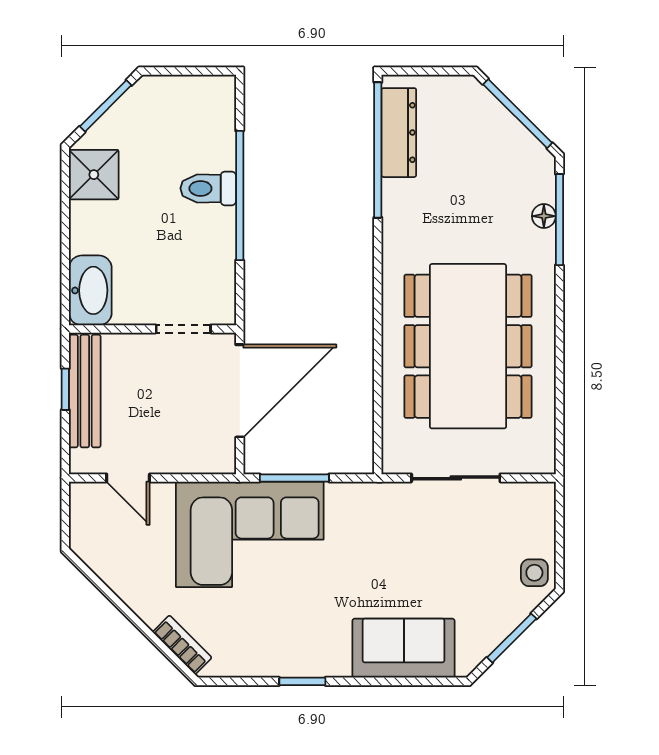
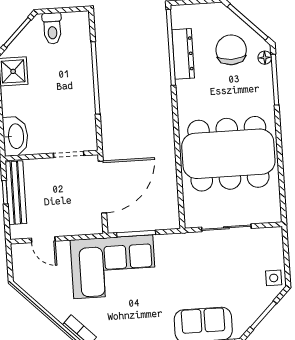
dresser: (399, 133) -> (183, 54), moved
chair: (485, 161) -> (231, 50), added
toilet: (208, 188) -> (52, 28), moved, turned -90
floor lamp: (544, 216) -> (265, 58), moved
dining table: (468, 346) -> (228, 154), turned 90

